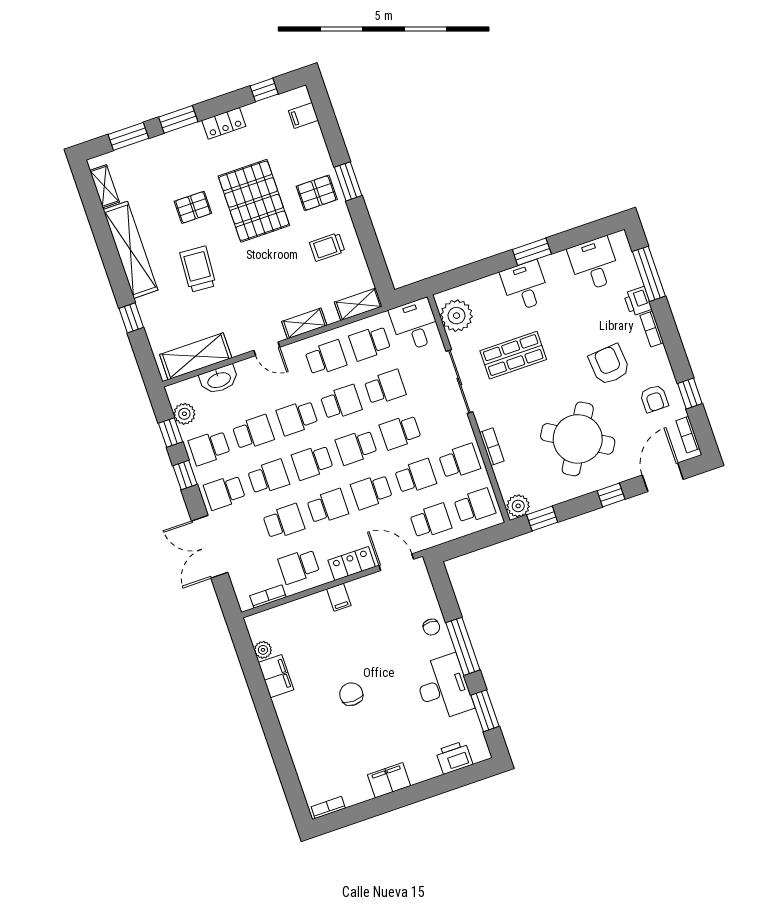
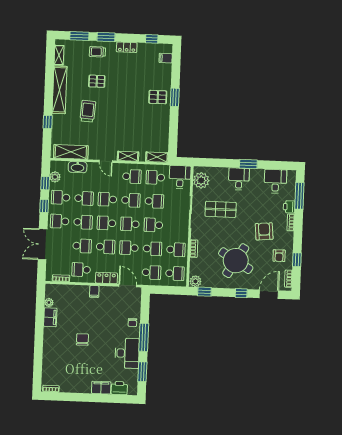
pallet: (254, 201) -> (127, 89), removed
trolley: (327, 247) -> (97, 52), moved
filing cabinet: (389, 780) -> (101, 388), moved

